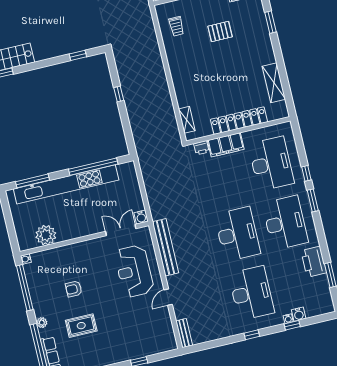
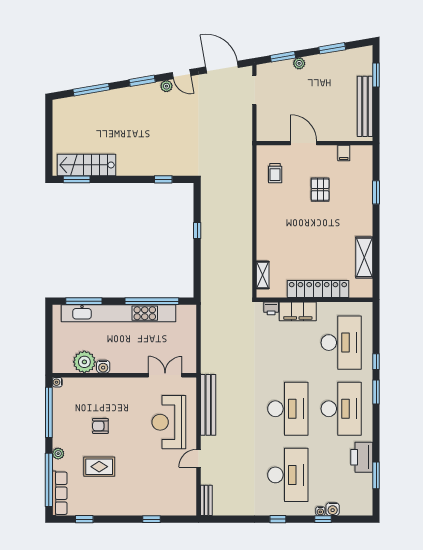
pallet: (220, 31) -> (320, 190), turned 90
water cooler: (141, 217) -> (103, 367), moved

